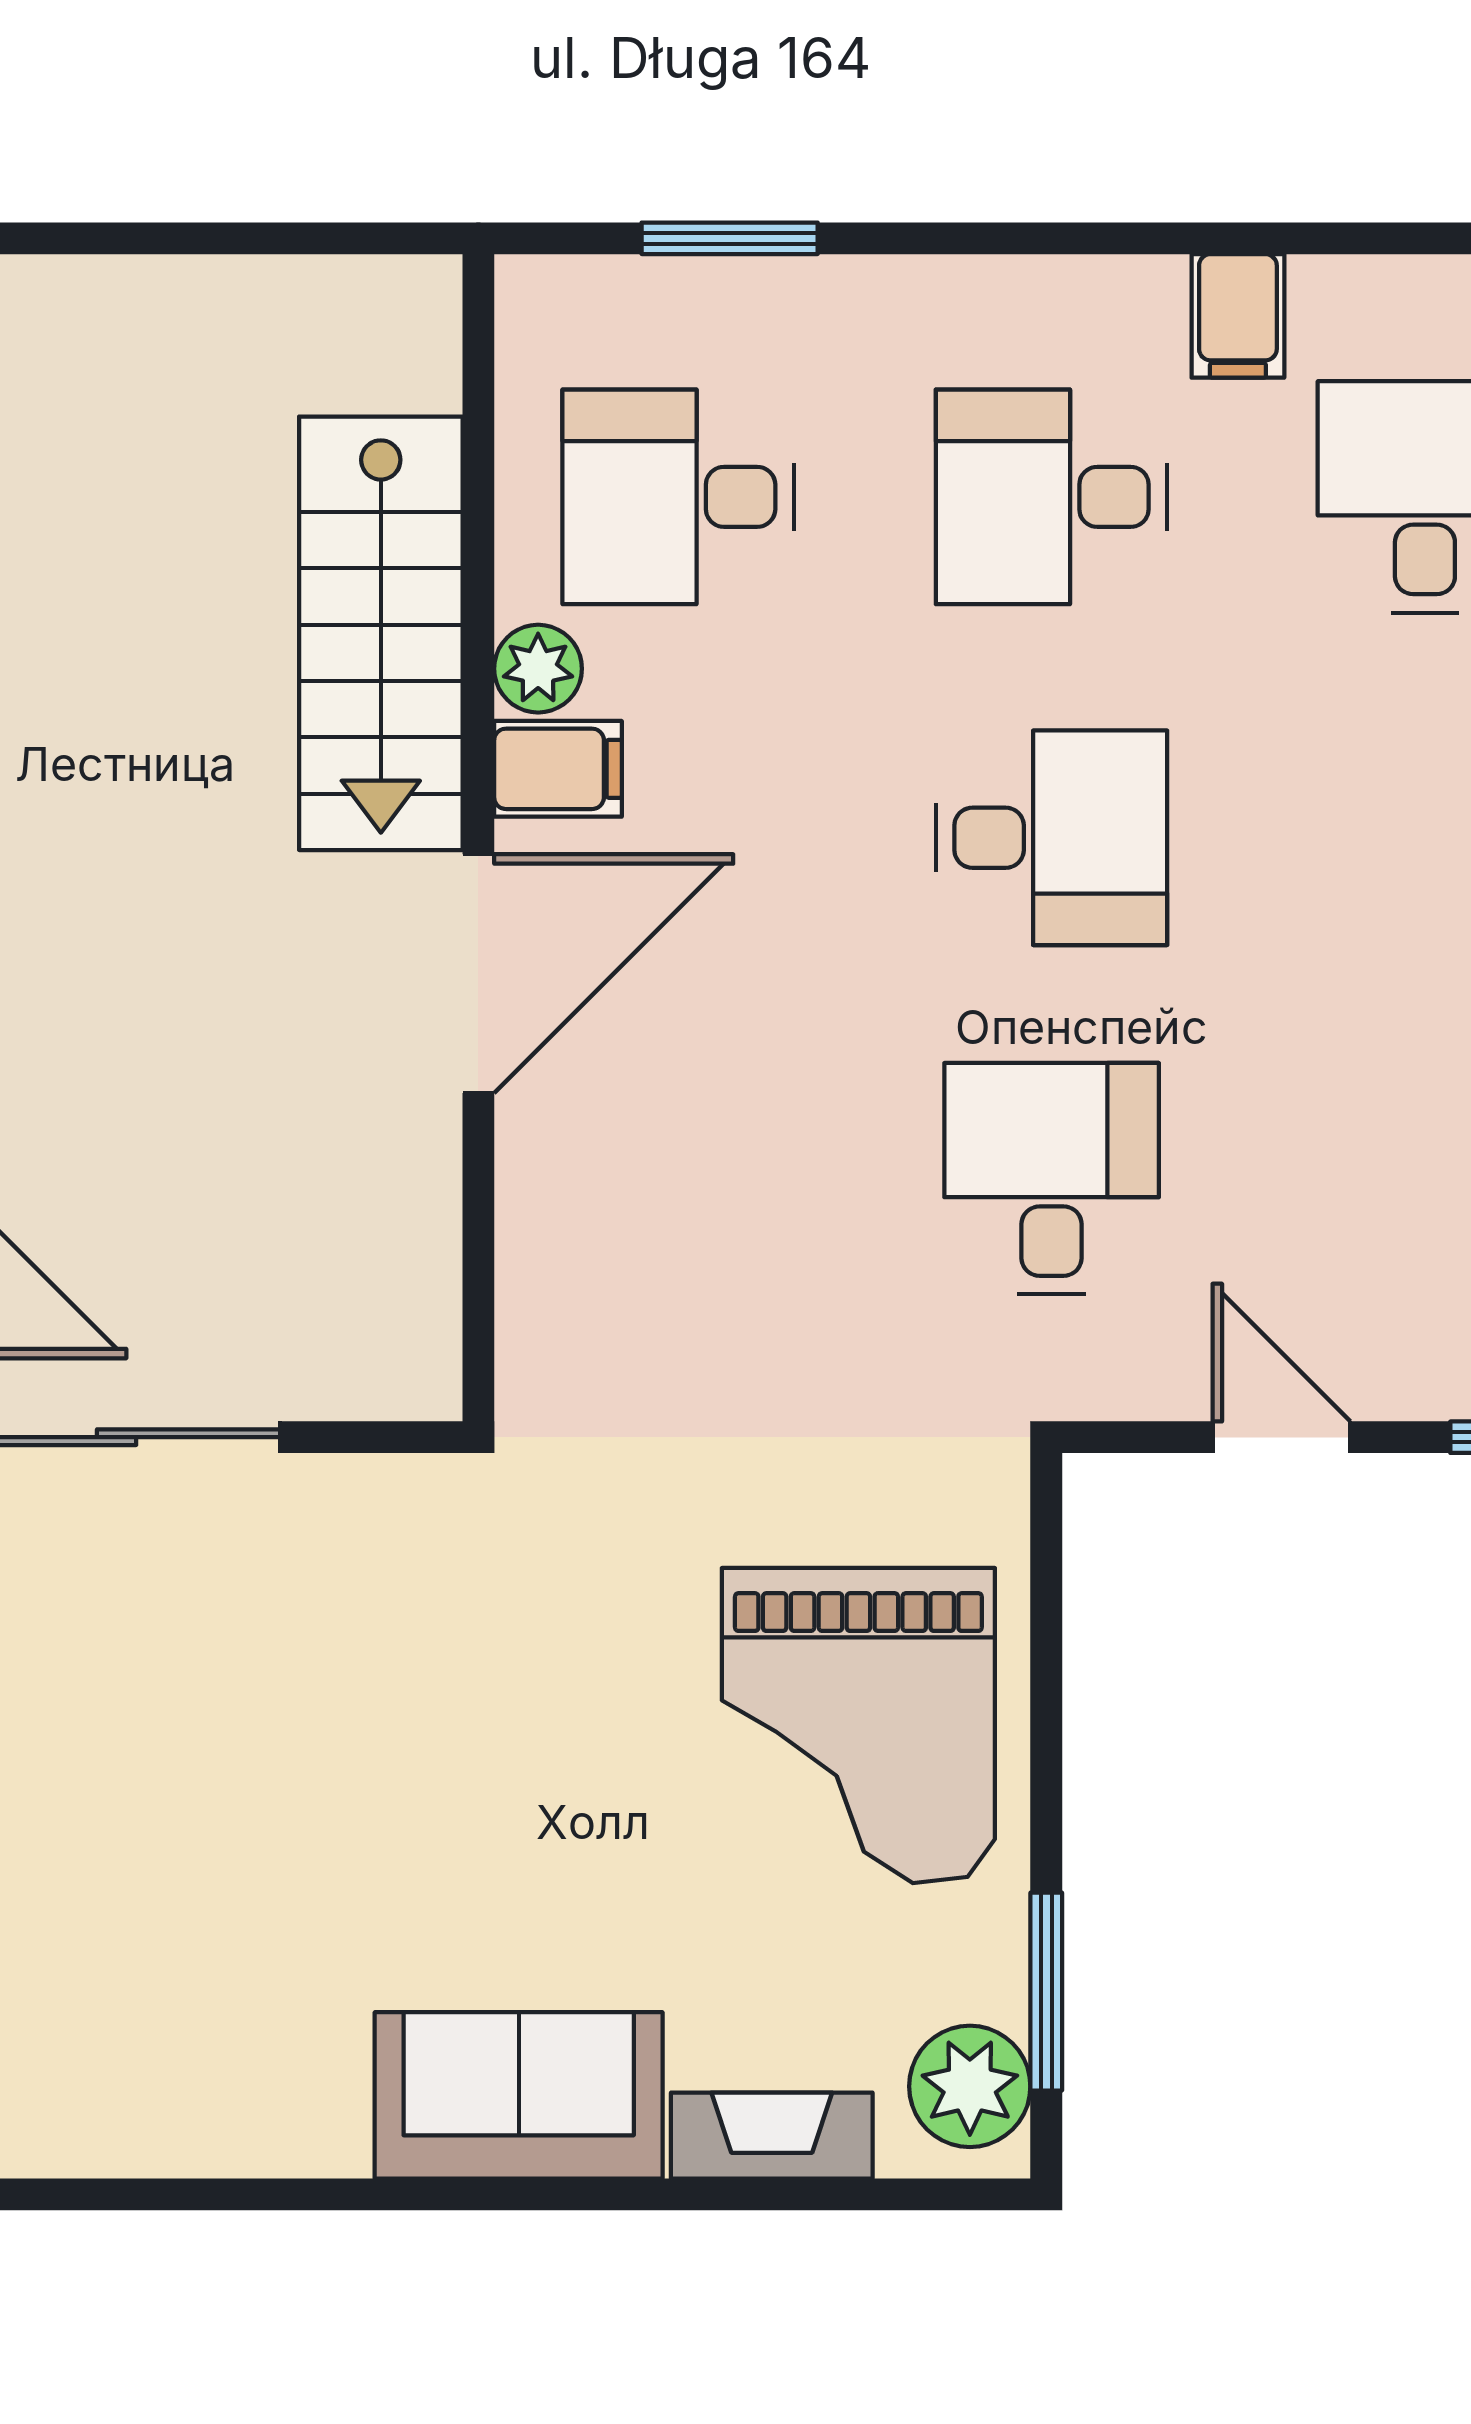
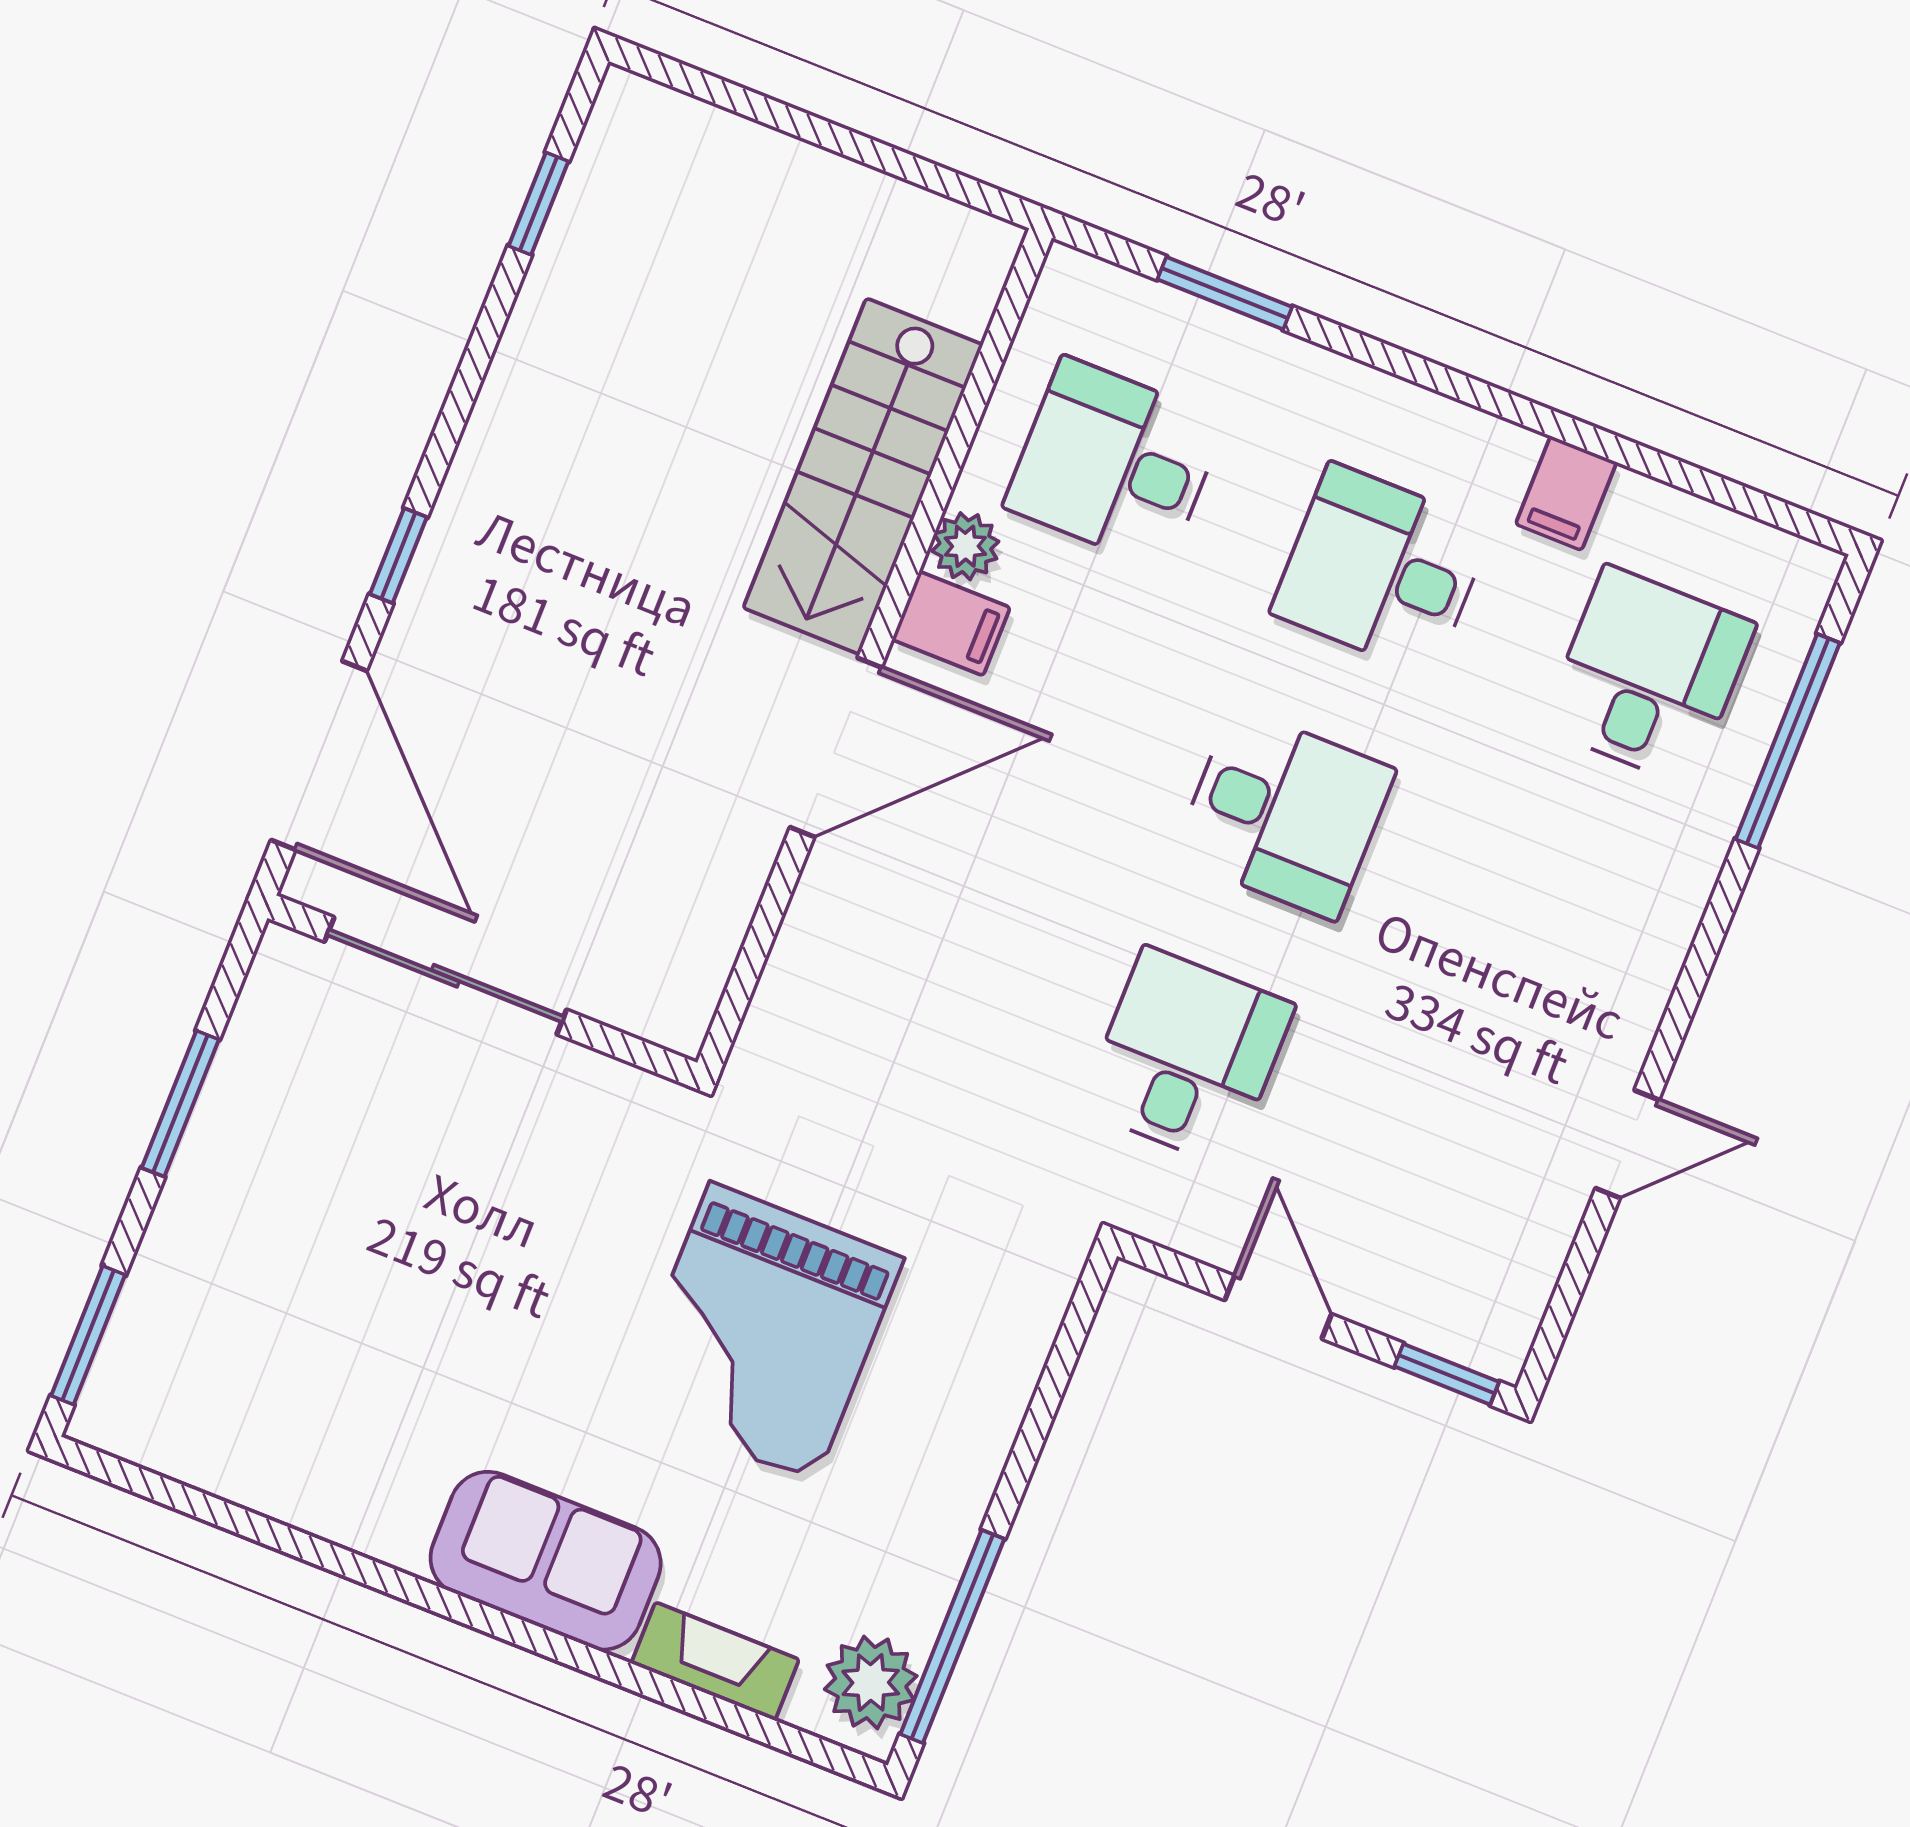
grand piano: (858, 1726) -> (762, 1332), moved
window: (1046, 1992) -> (952, 1636), width x1.44

